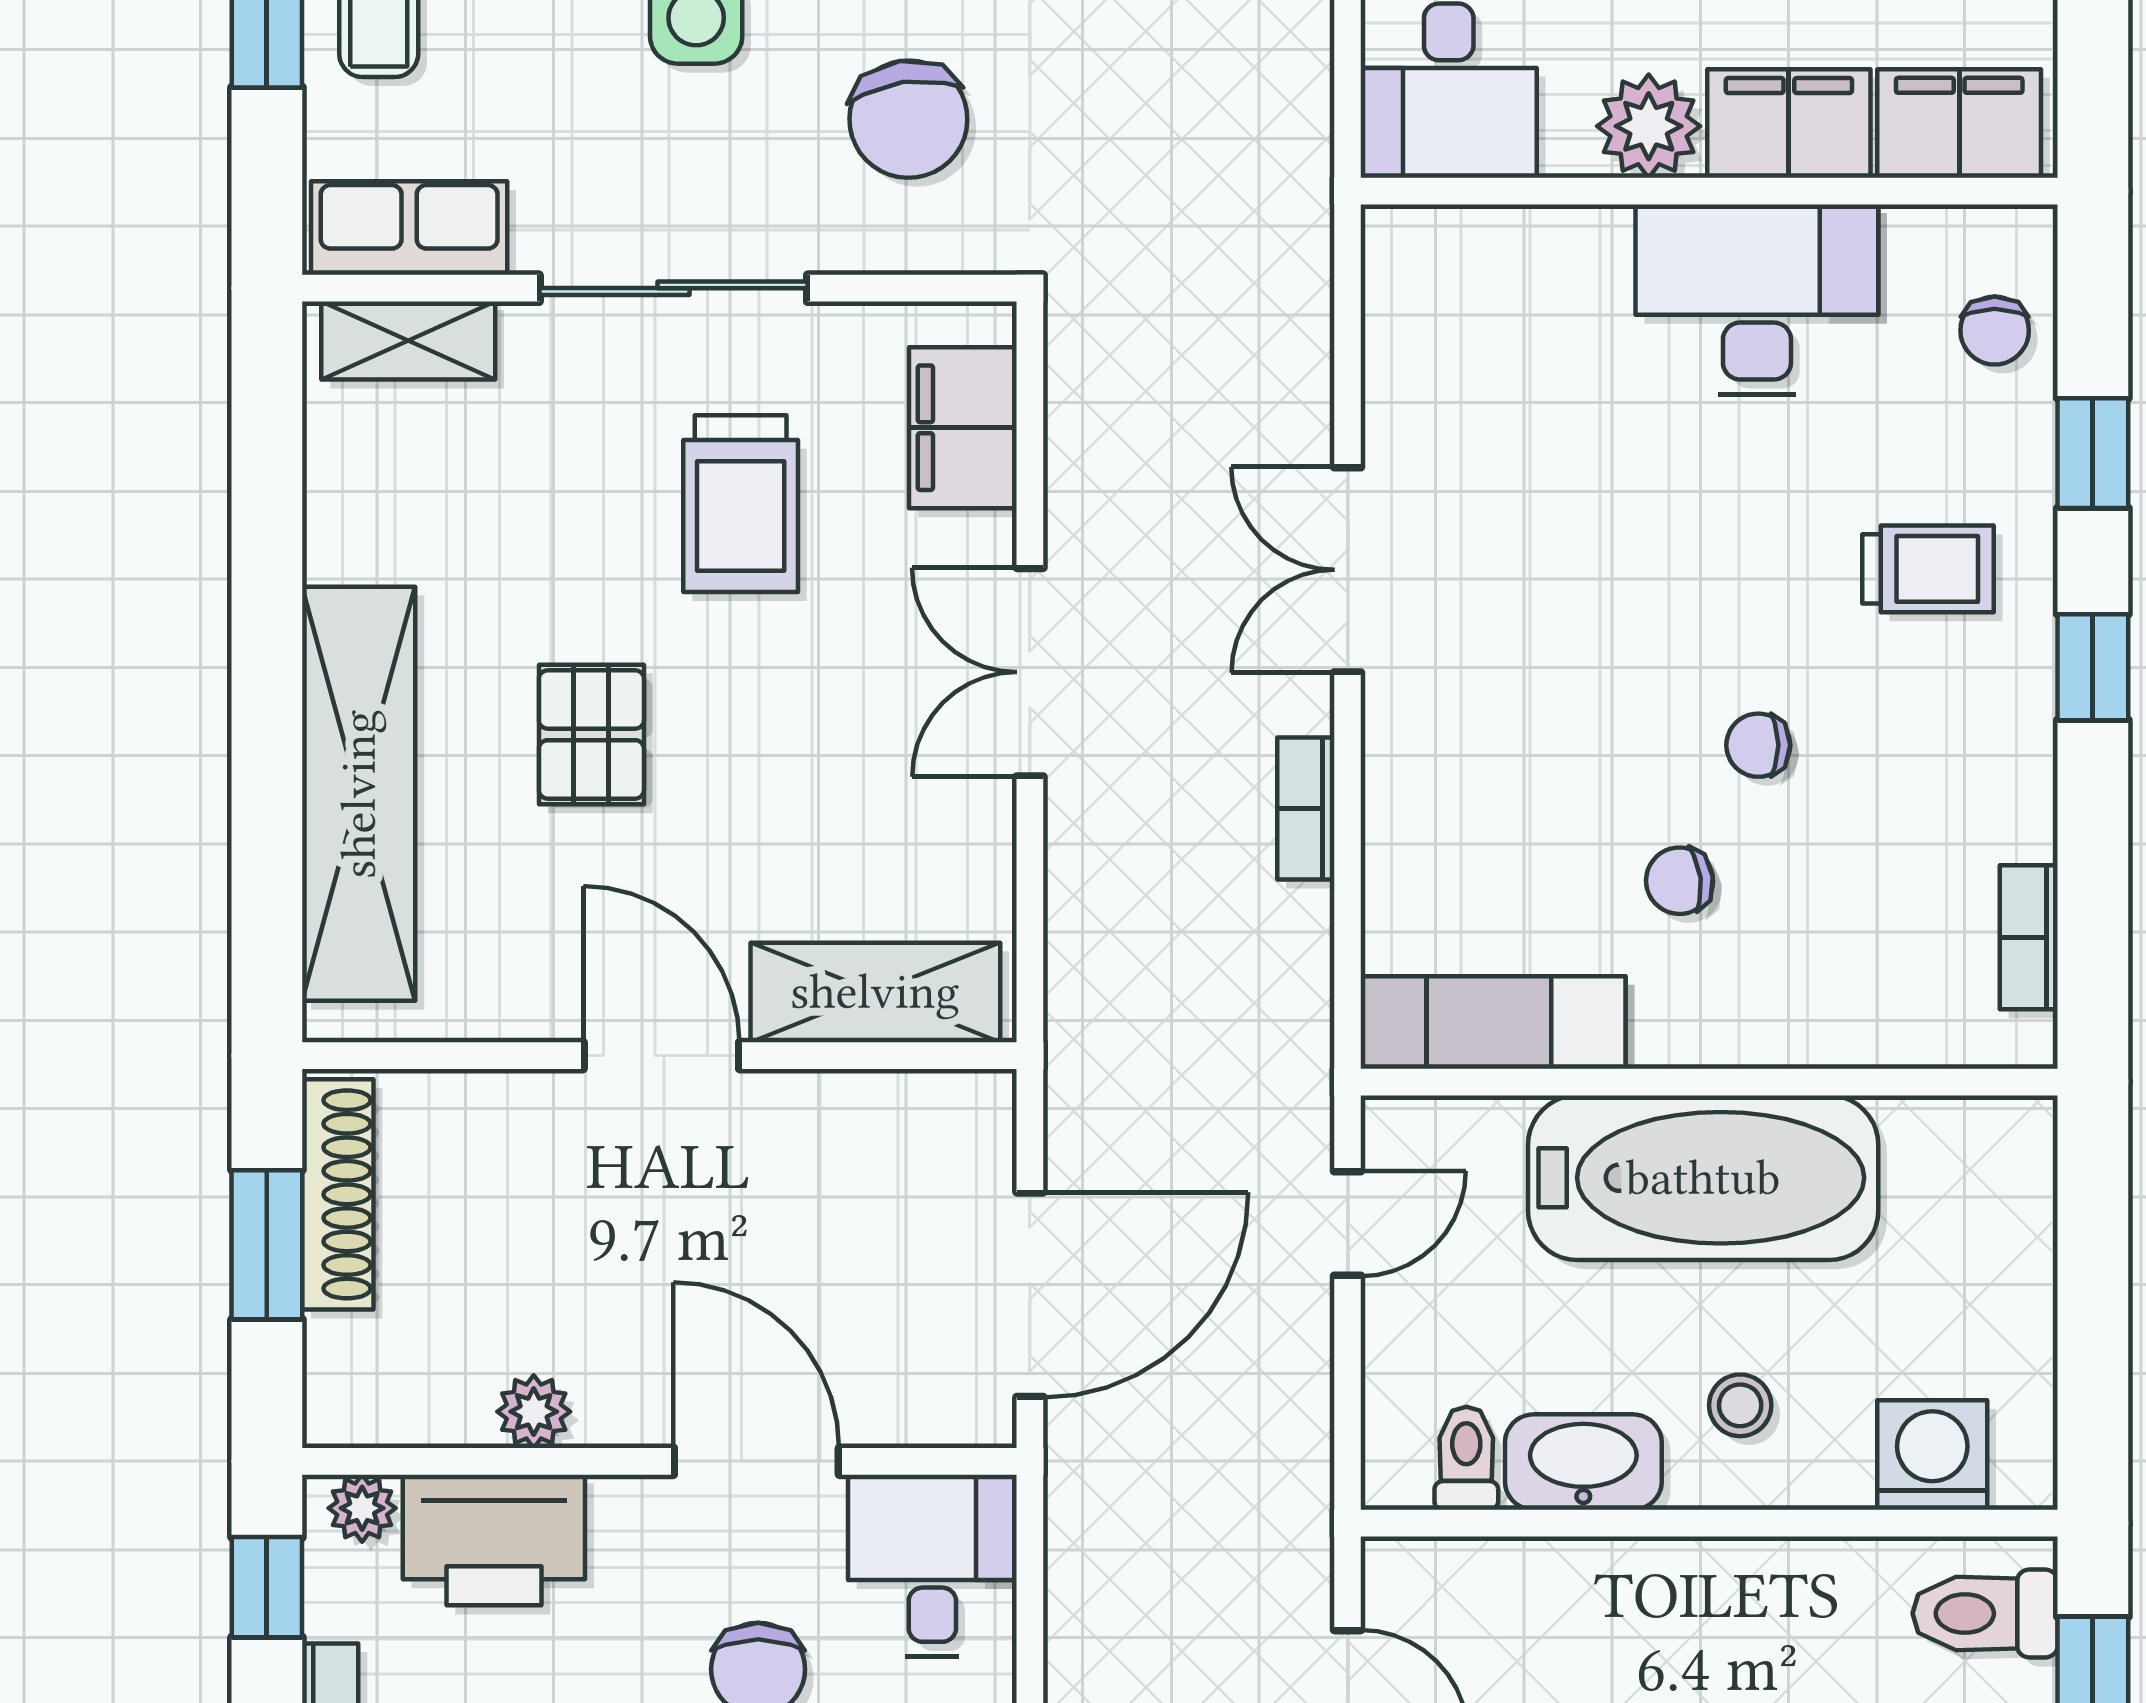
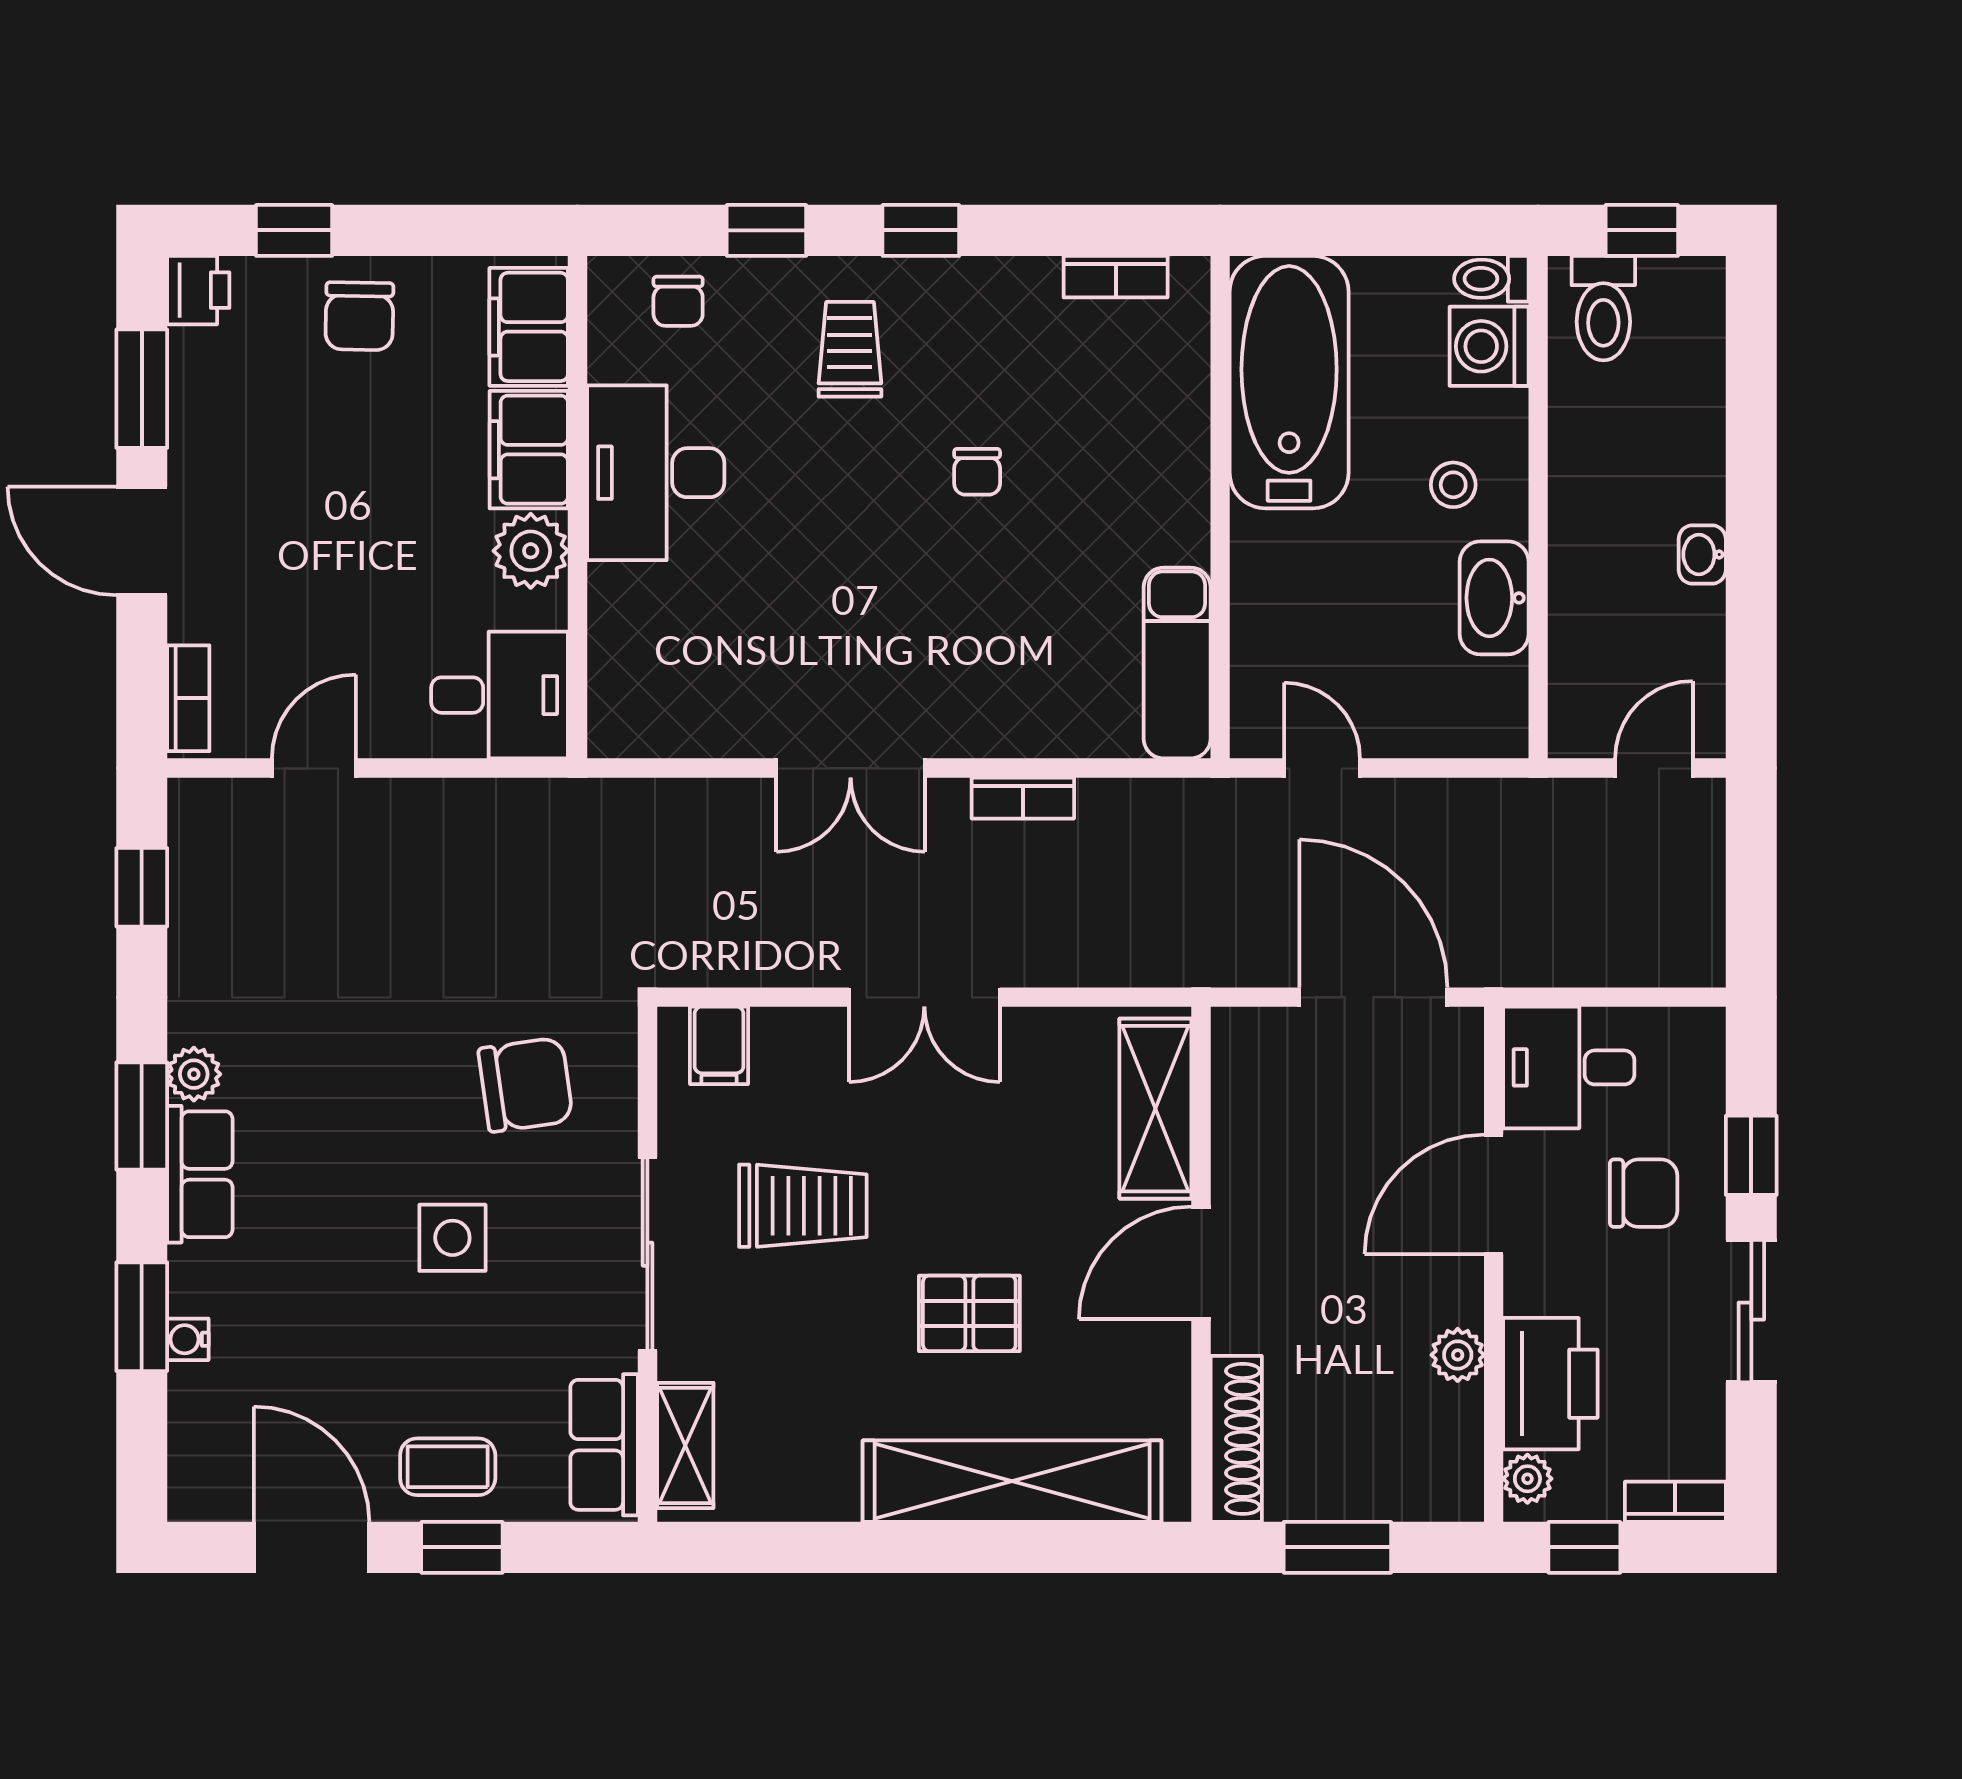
chair: (1995, 331) -> (678, 301), turned 90
filing cabinet: (963, 428) -> (719, 1045), width x0.50
chair: (1680, 881) -> (1075, 529), removed
bathtub: (1703, 1178) -> (1289, 382), moved
shoe rack: (338, 1194) -> (1236, 1439), moved, turned 90
toilet: (1466, 1458) -> (1491, 279), moved

